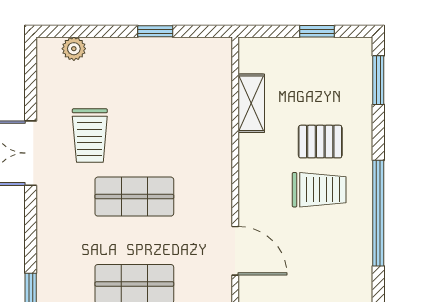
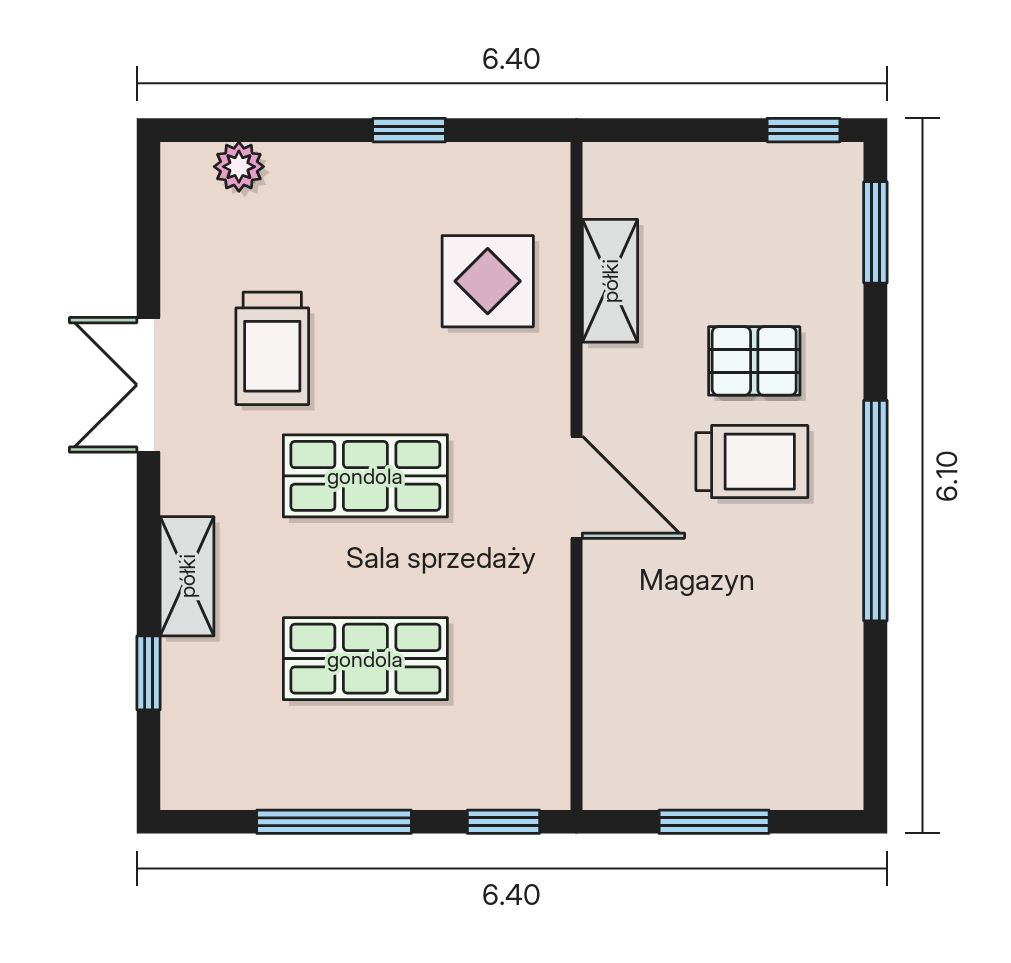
window: (317, 31) -> (803, 130), moved
display table: (193, 103) -> (488, 281), added
shelving: (49, 245) -> (187, 576), added
door: (235, 251) -> (576, 487), moved

